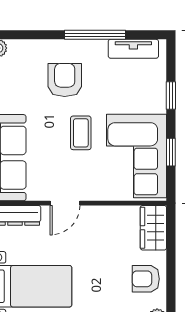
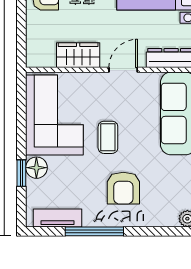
floor lamp: (155, 101) -> (36, 168), added
window: (171, 152) -> (21, 119), removed
wardrobe: (153, 228) -> (78, 55), moved, turned -90

